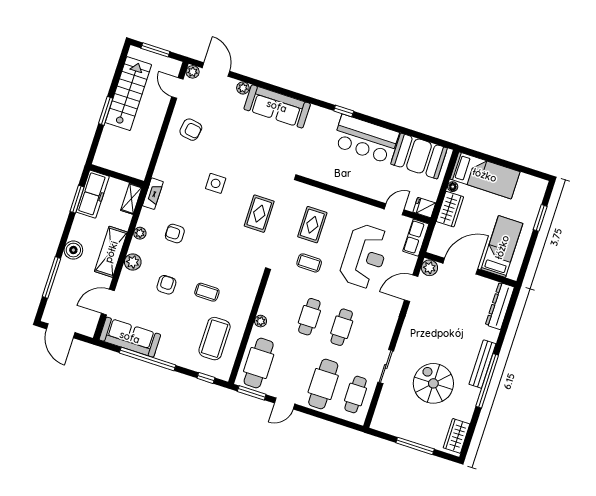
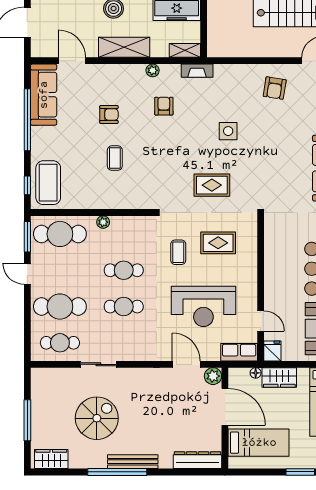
floor lamp: (453, 187) -> (256, 373), moved
plant: (133, 262) -> (121, 73), removed
coffee table: (215, 339) -> (48, 183), moved, turned 90

